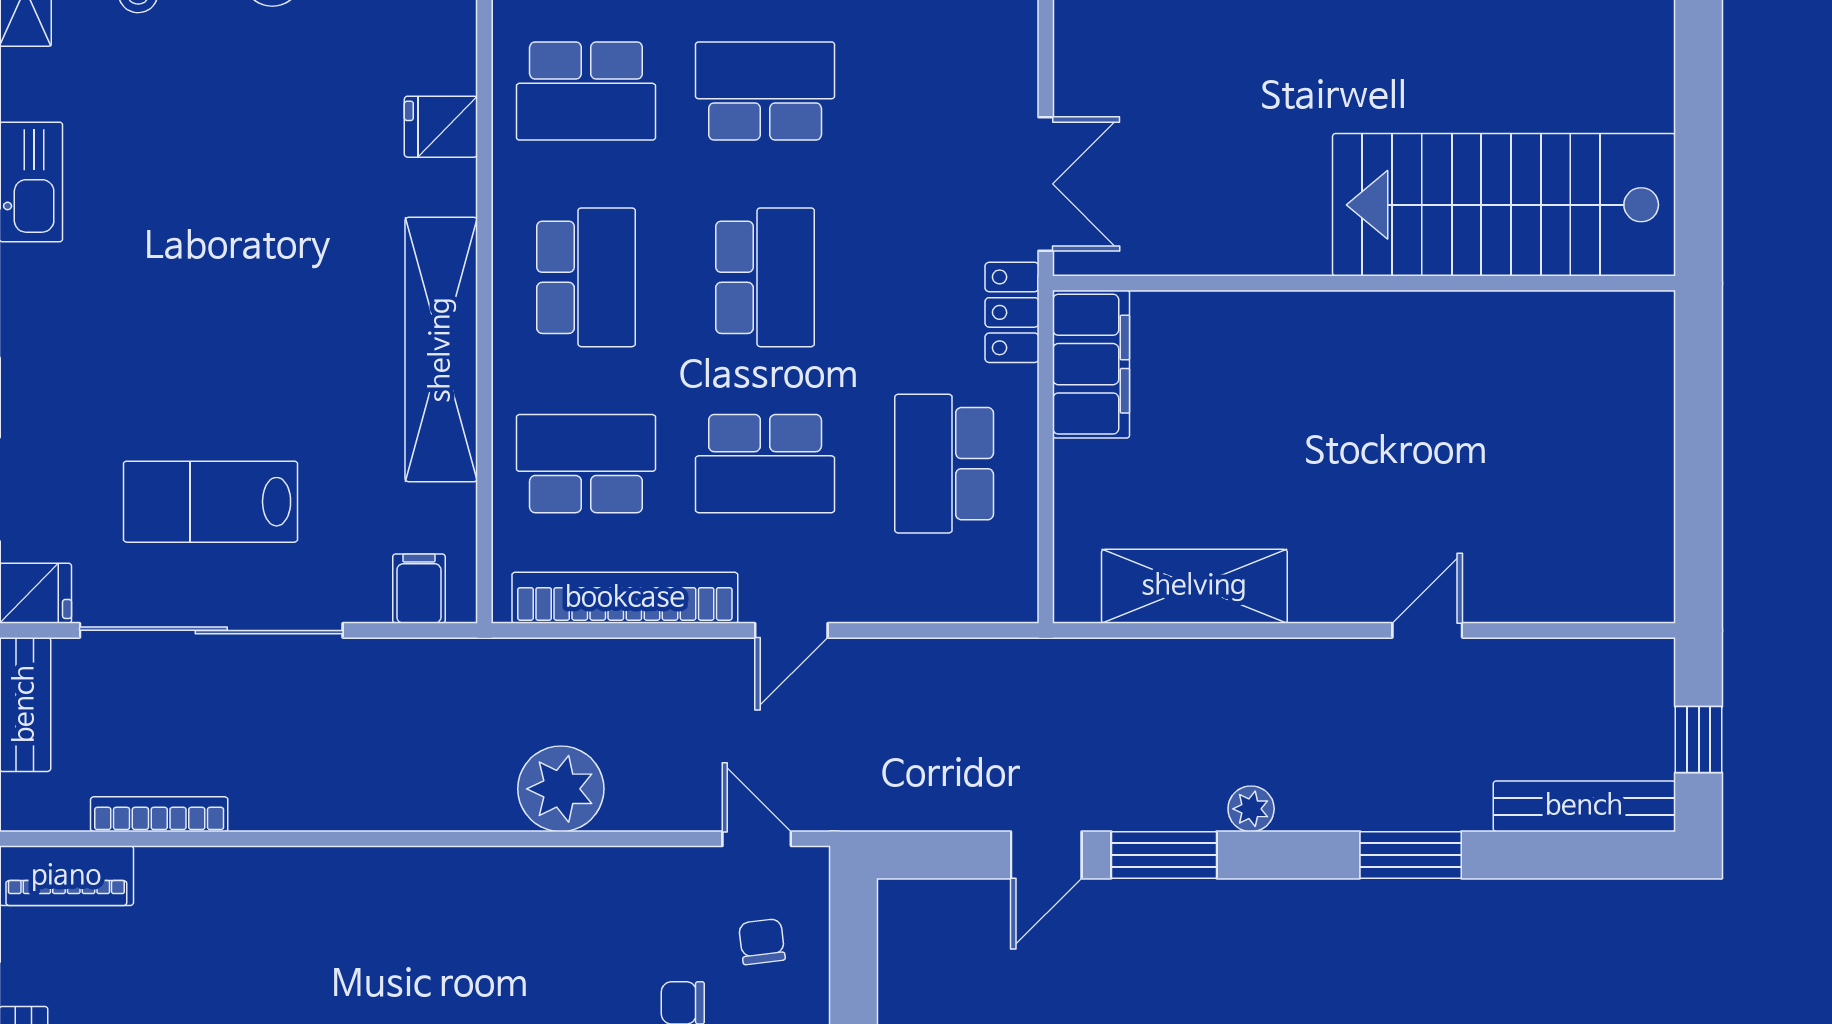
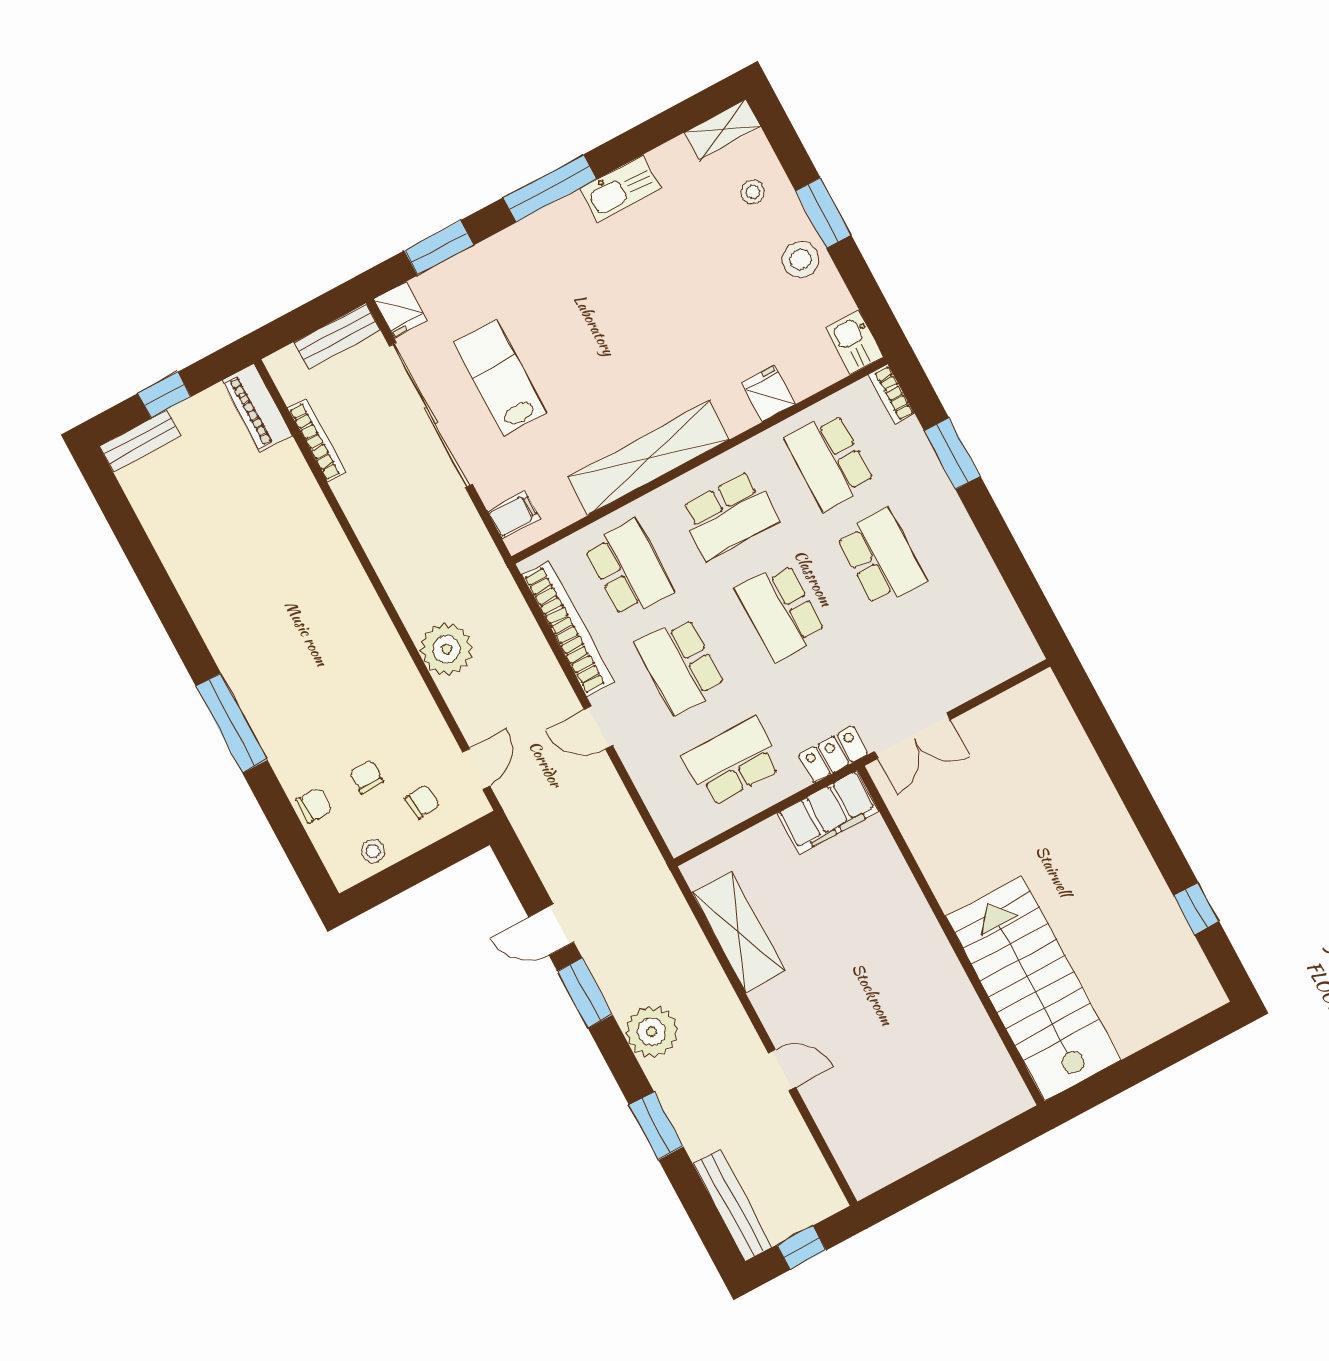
school desk: (765, 277) -> (781, 611), turned 90
plant: (1251, 809) -> (652, 1032), width x1.87, depth x1.87

